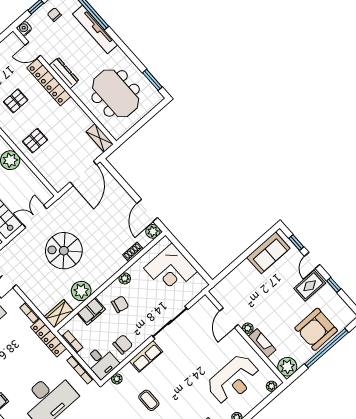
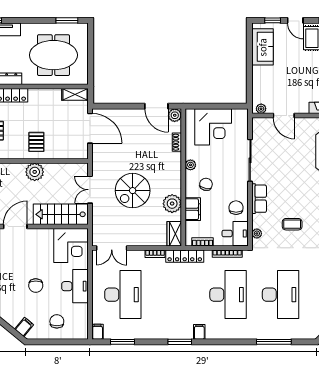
plant: (248, 328) -> (261, 109), moved

